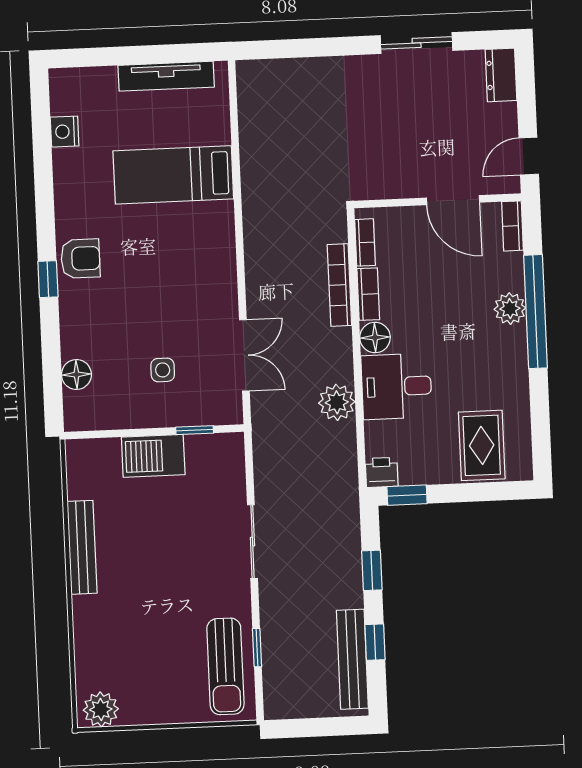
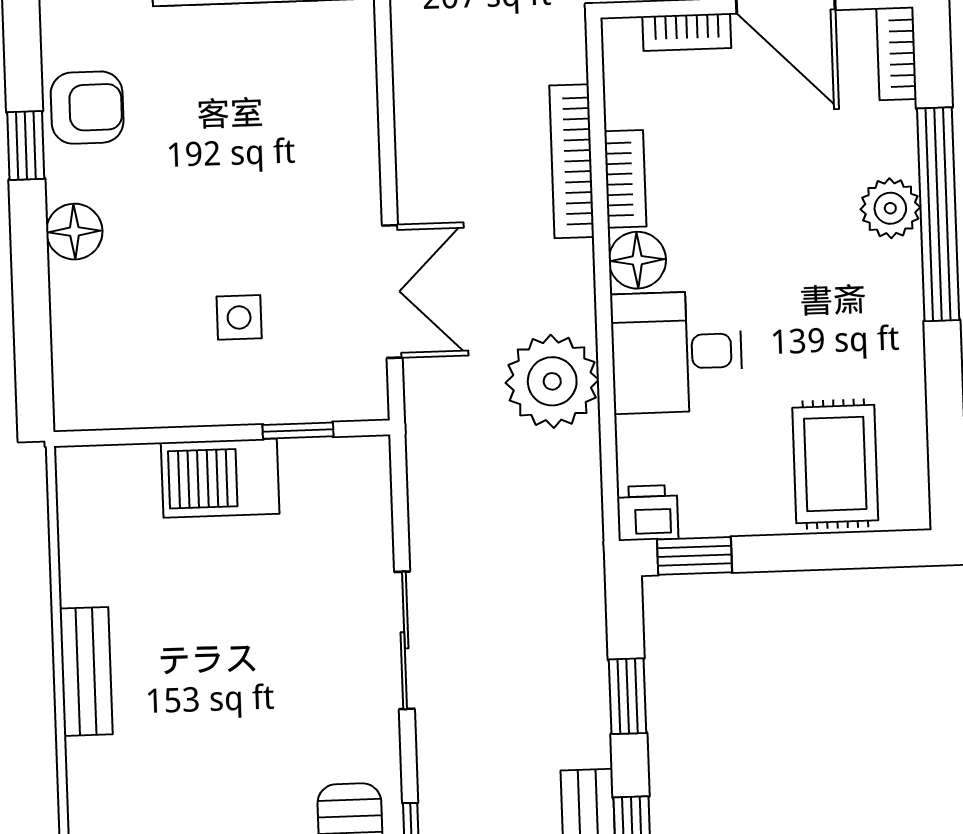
bookcase: (365, 242) -> (687, 32), moved, turned 90
floor lamp: (76, 375) -> (74, 232), moved
plant: (337, 402) -> (552, 381), width x1.36, depth x1.36
bench: (82, 547) -> (86, 671), width x0.73

